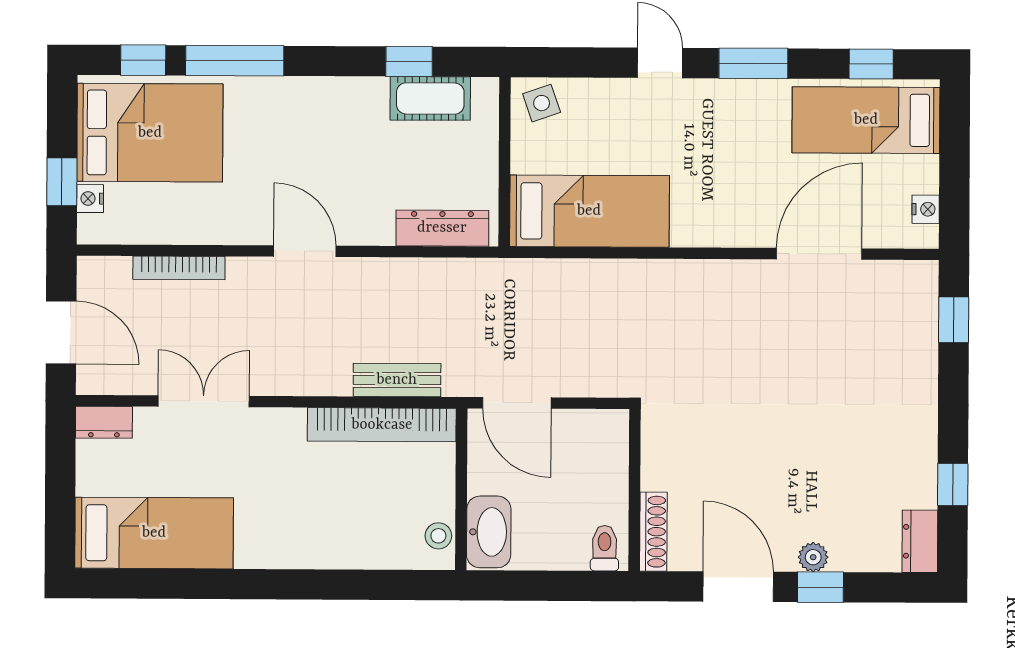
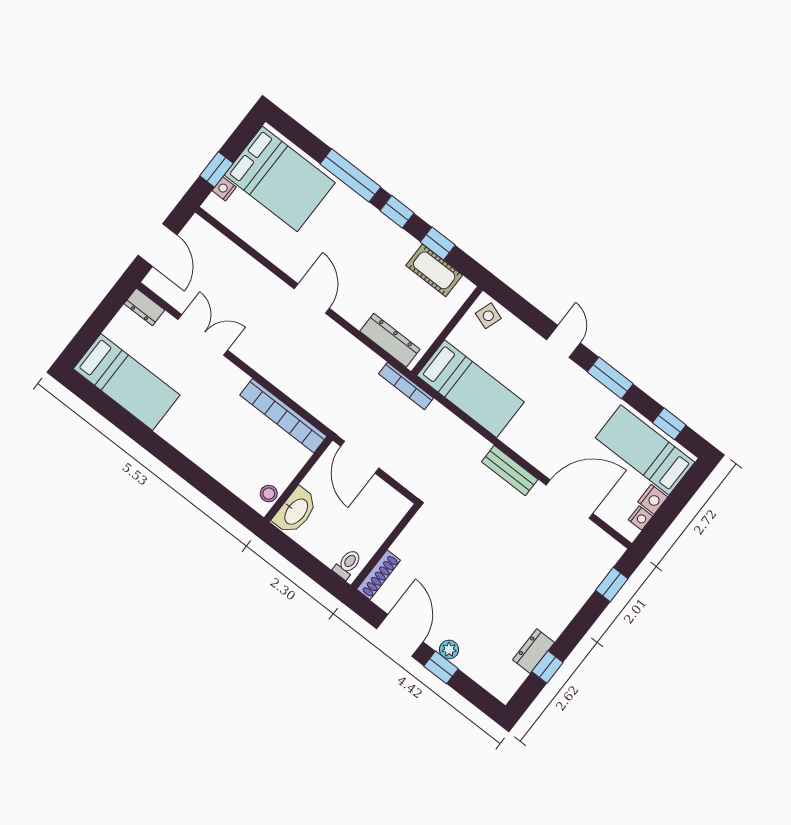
window: (143, 60) -> (397, 212), moved
side table: (542, 103) -> (488, 316), turned 38
nightstand: (923, 174) -> (653, 499), added
bookcase: (179, 268) -> (406, 386), moved
bench: (397, 380) -> (510, 471), moved
dresser: (920, 541) -> (534, 651), moved

